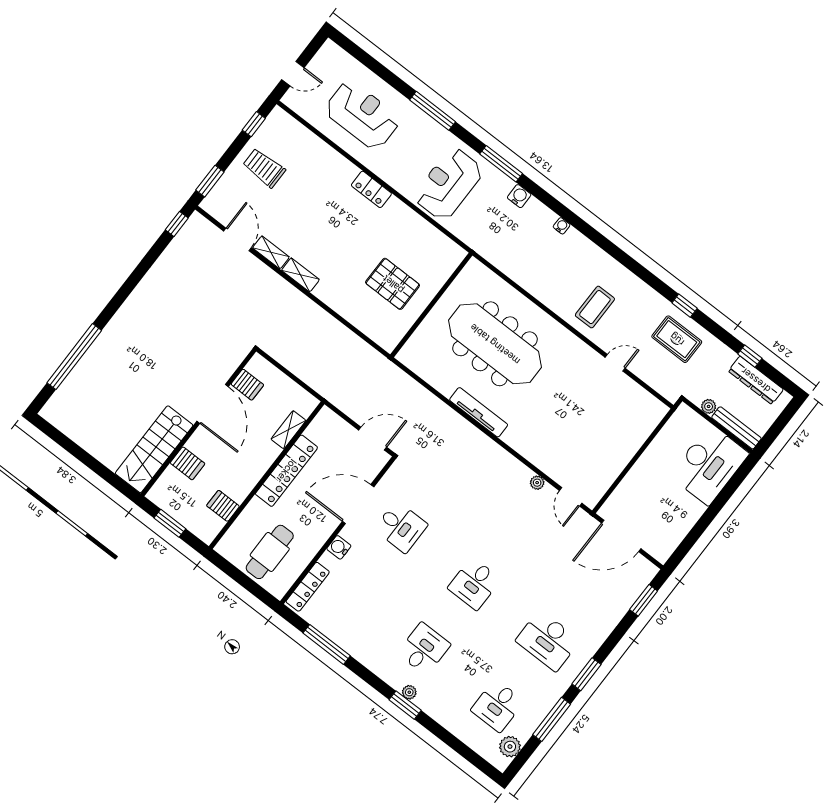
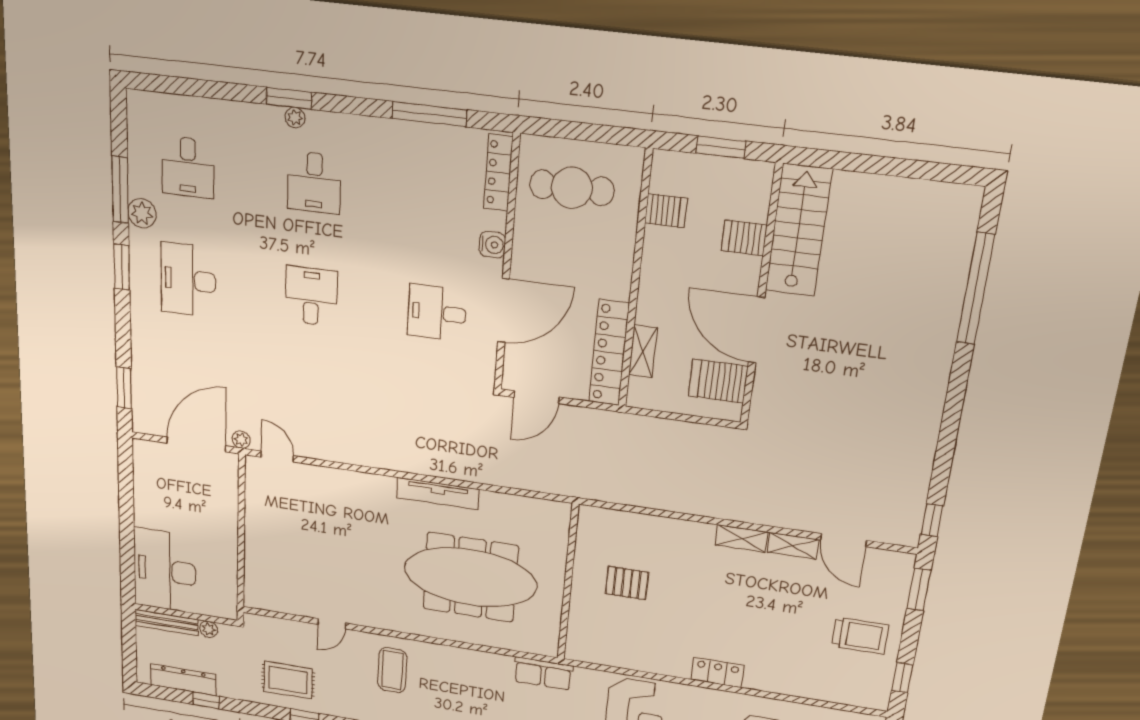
row of seats: (490, 250) -> (543, 673), added
pallet: (393, 284) -> (627, 583), width x0.67, depth x0.71
server rack: (247, 385) -> (718, 381), width x1.36, depth x1.44
locker: (286, 471) -> (609, 353), moved
plant: (537, 483) -> (241, 440), moved
cafe table: (270, 552) -> (572, 188), turned 90
desk: (548, 641) -> (188, 280), turned -90
desk: (497, 706) -> (188, 167), turned 180
plant: (510, 747) -> (142, 213), moved

